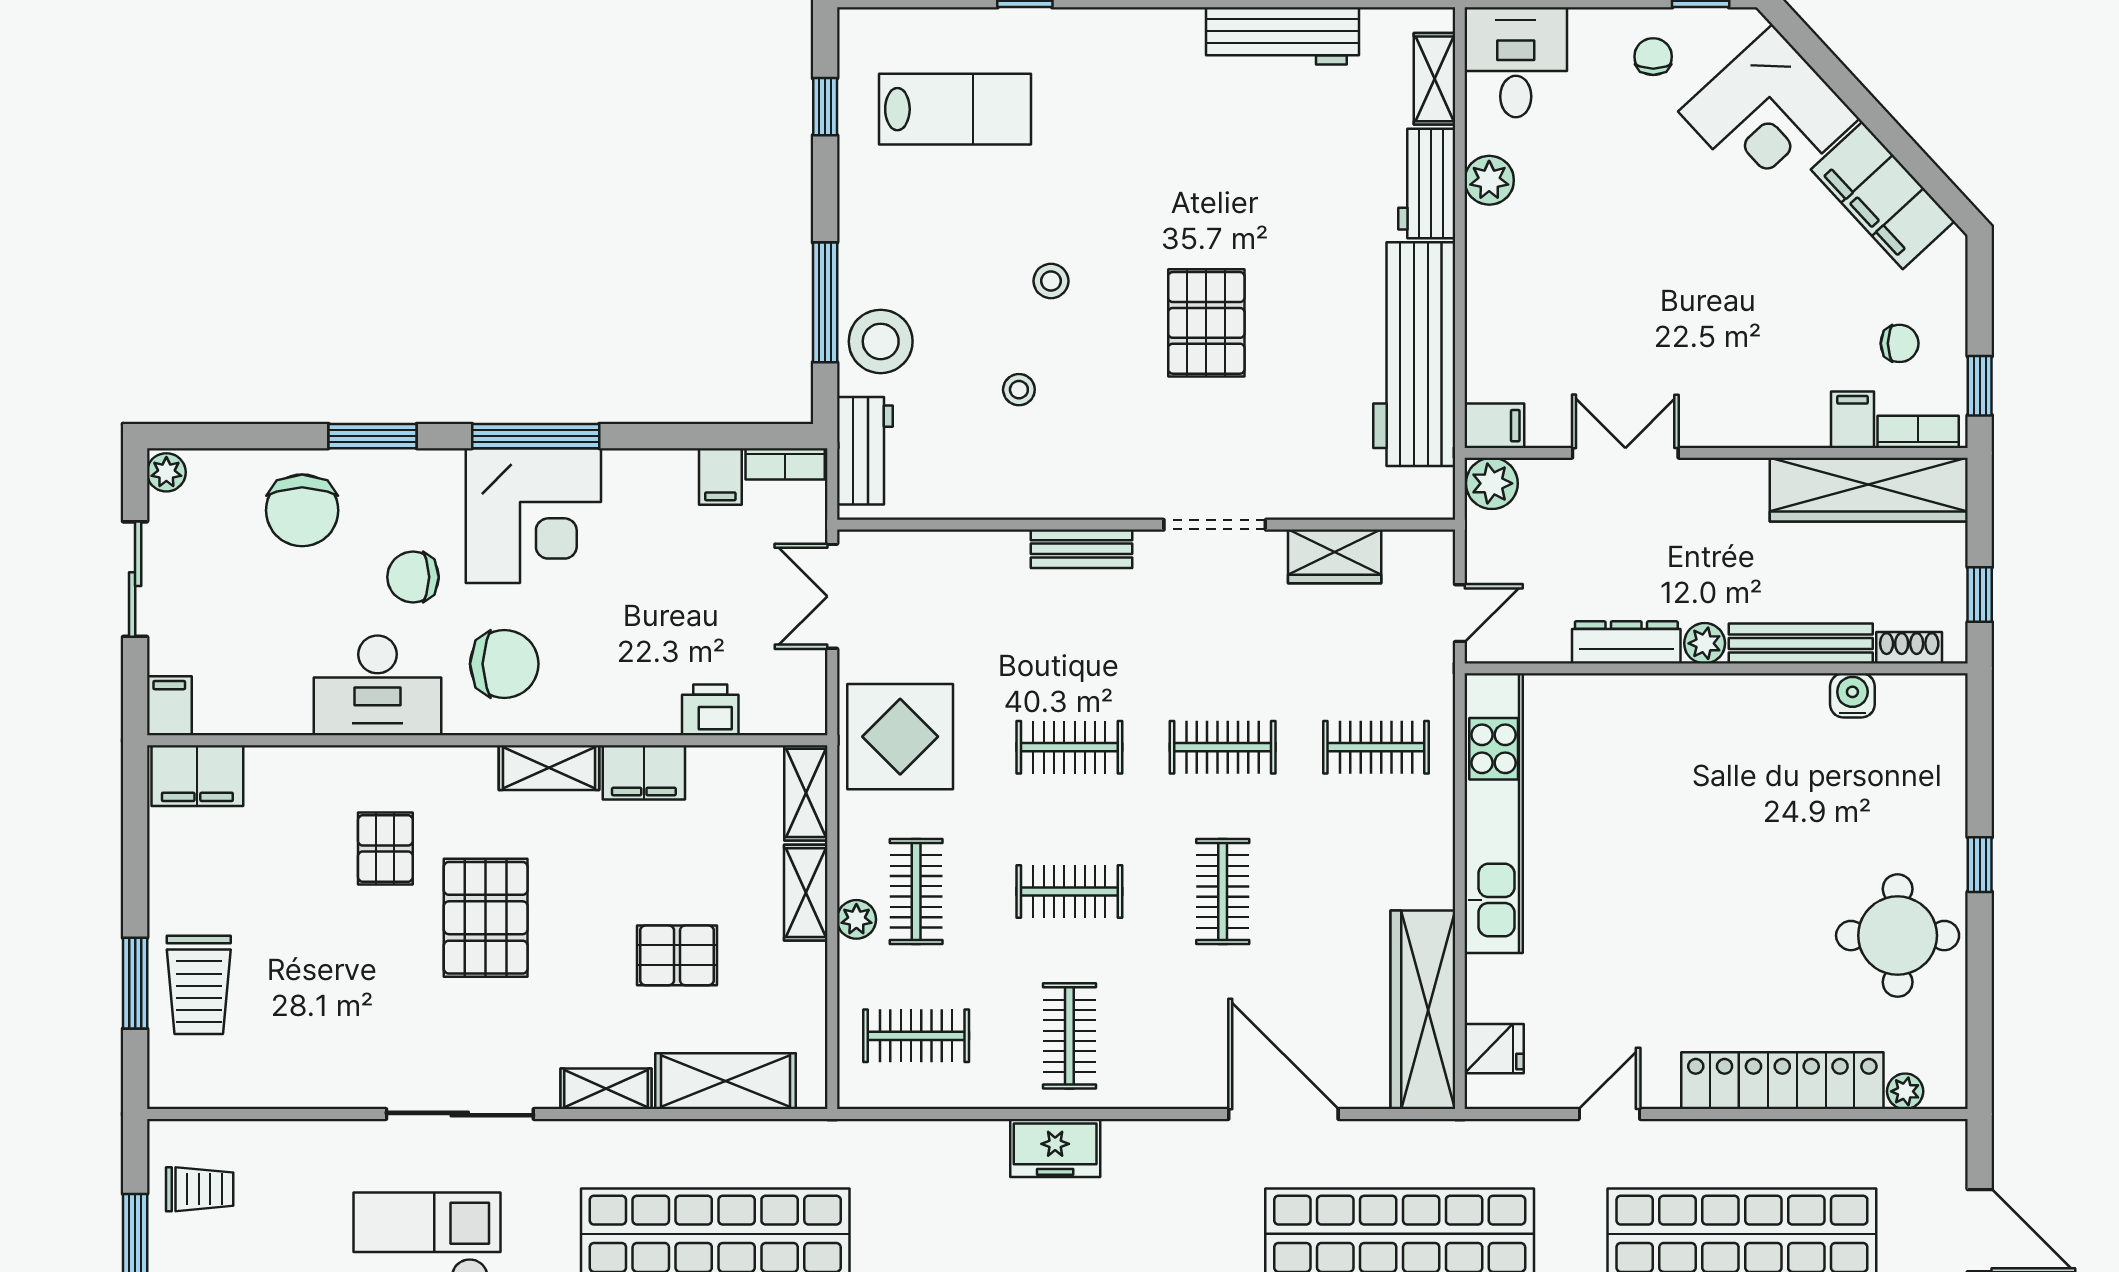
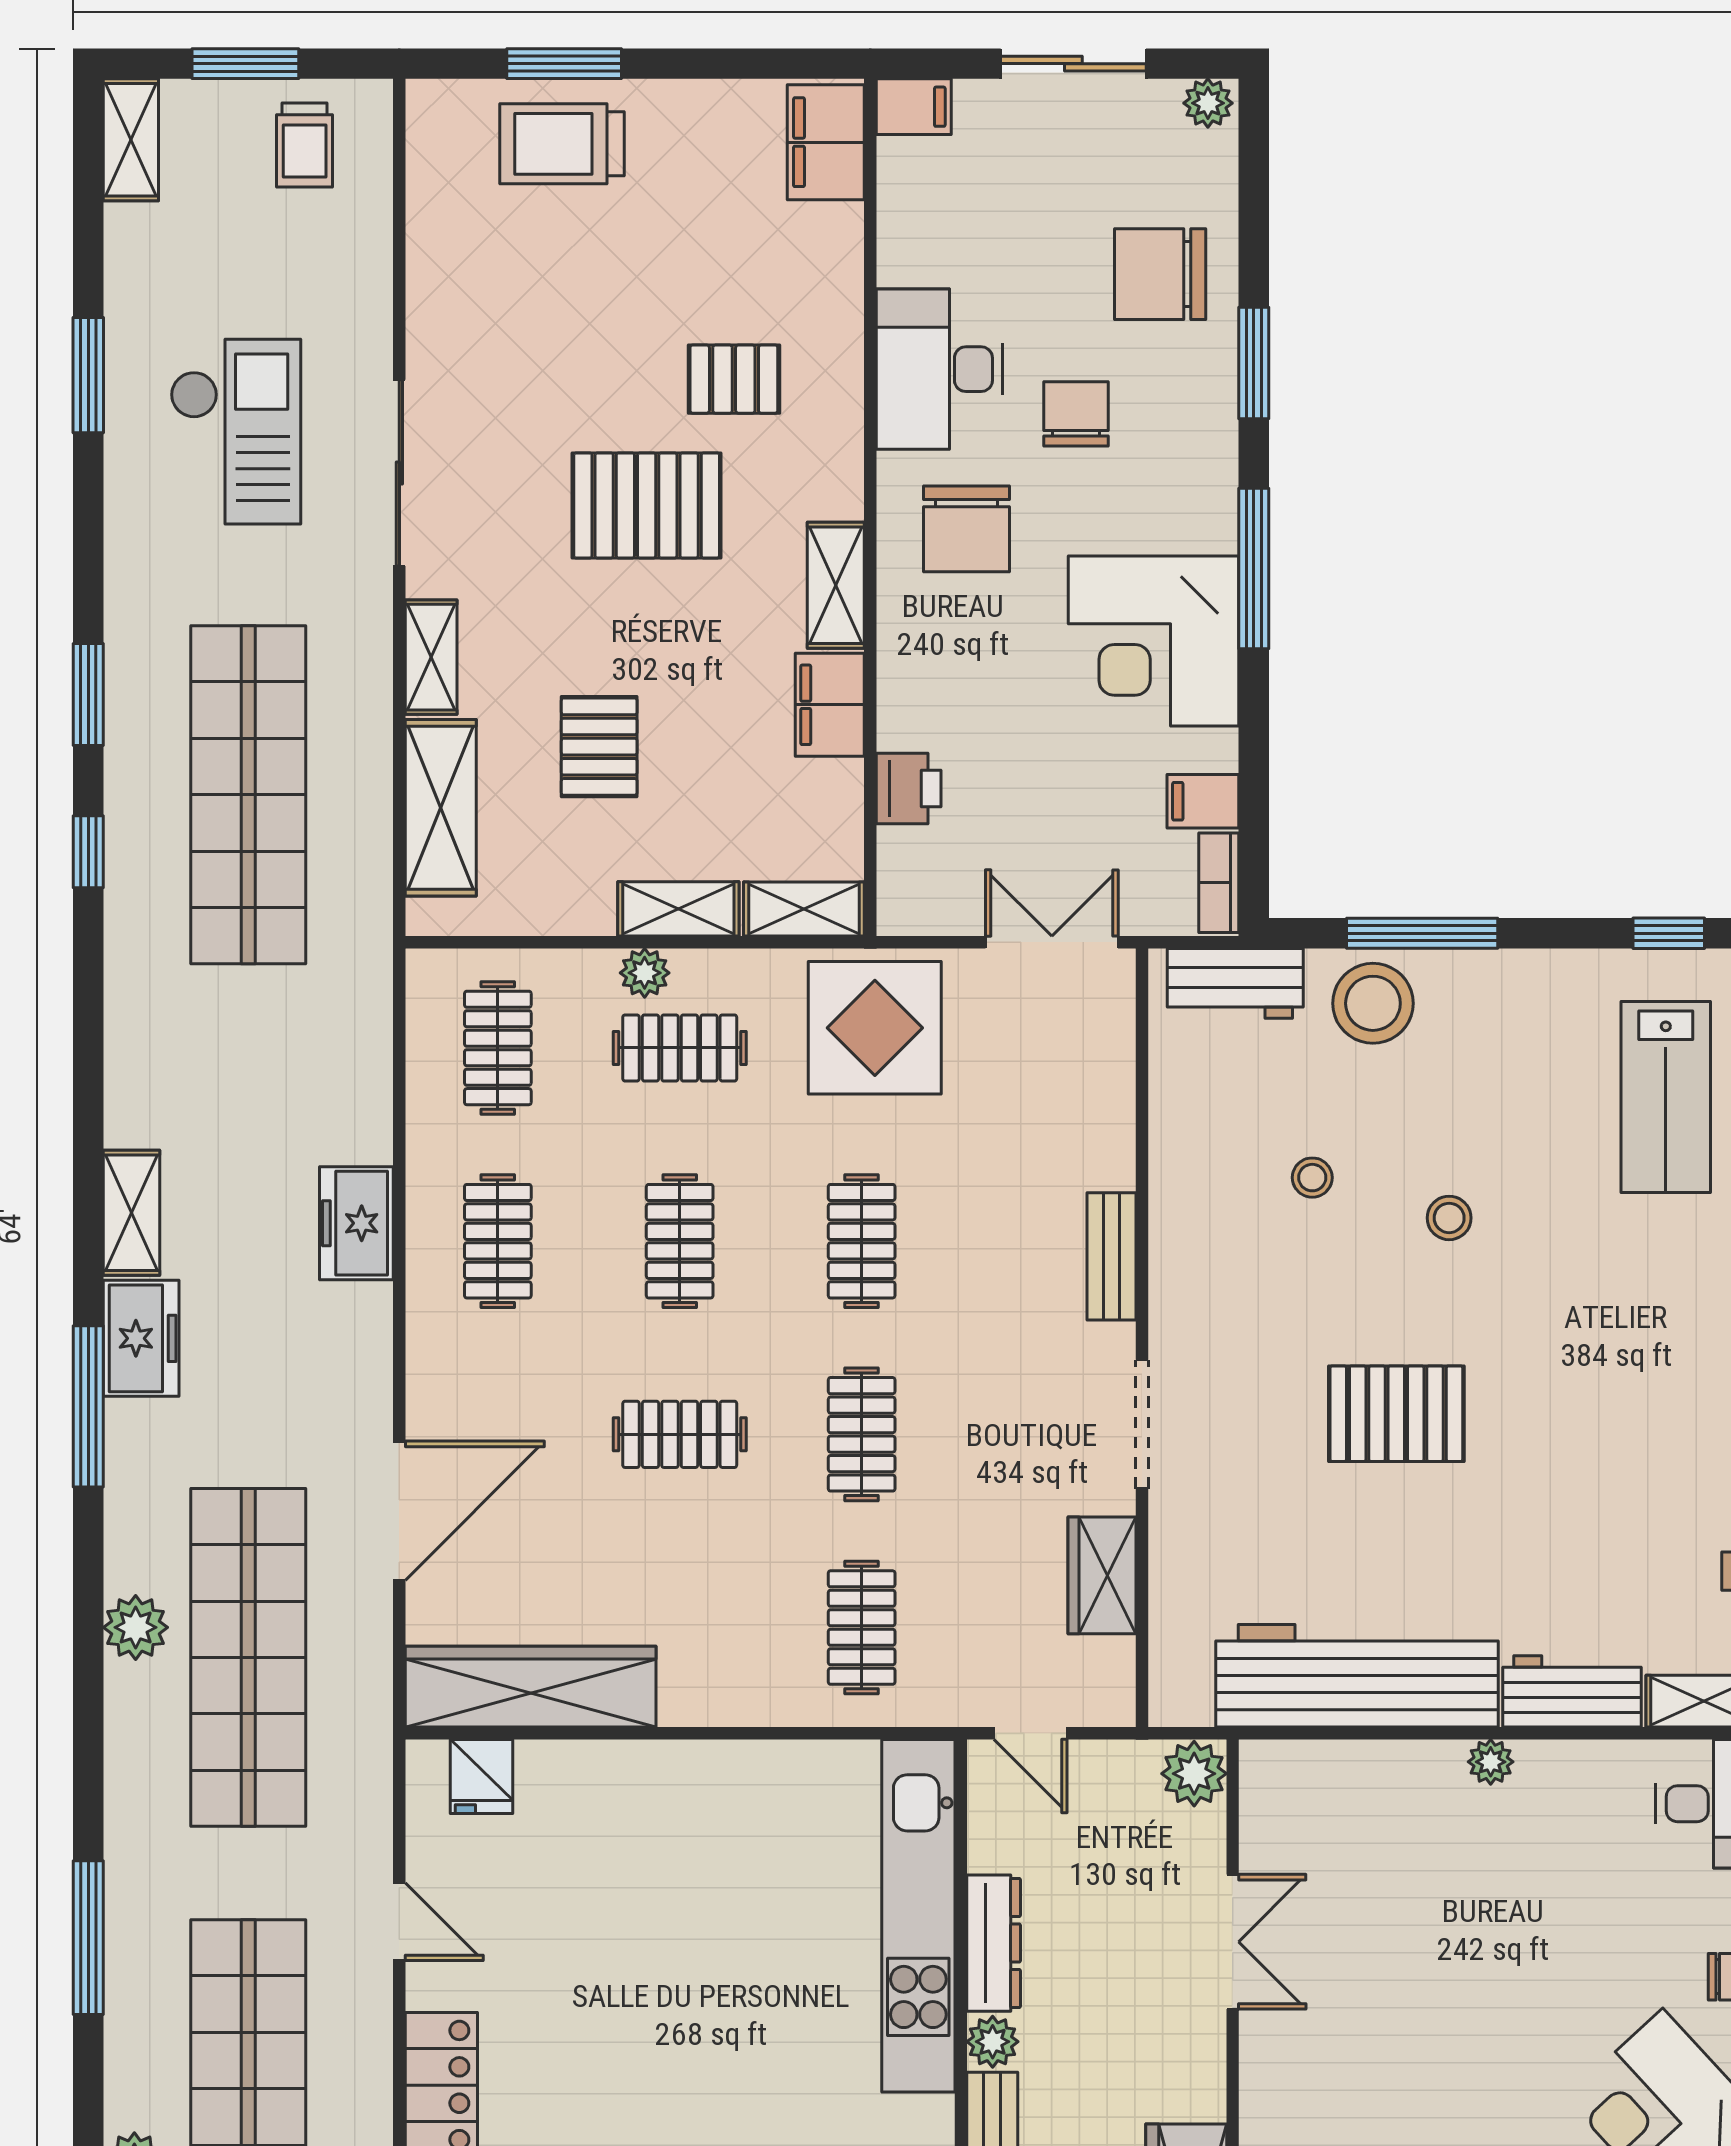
plant: (1489, 180) -> (1491, 1762), moved, width x0.73, depth x0.73
filing cabinet: (1494, 426) -> (1267, 1777), removed
corner desk: (533, 516) -> (1154, 641), moved
kitchen unit: (1494, 813) -> (918, 1916), moved, turned 90
clothes rail: (1069, 1036) -> (498, 1241), turned 90

